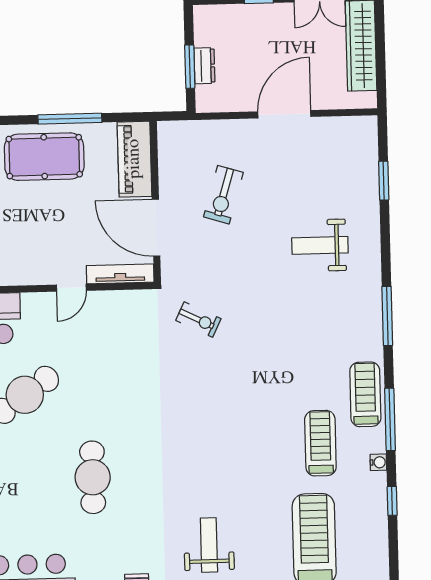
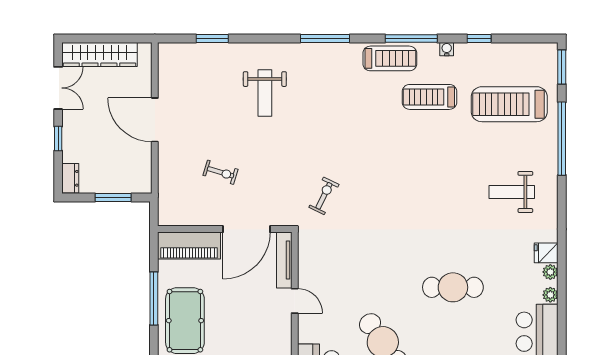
dresser: (204, 66) -> (70, 178), moved, turned 90
exercise bike: (223, 195) -> (221, 172), width x0.73, depth x0.72
treadmill: (365, 394) -> (390, 58), turned 180

